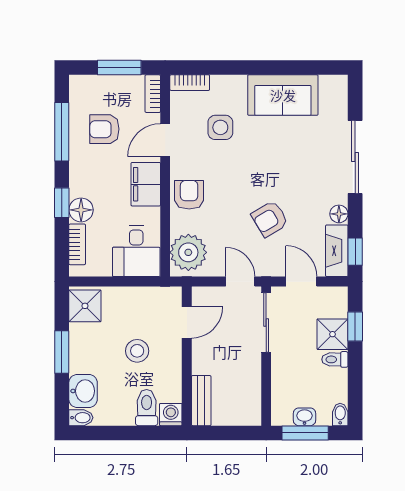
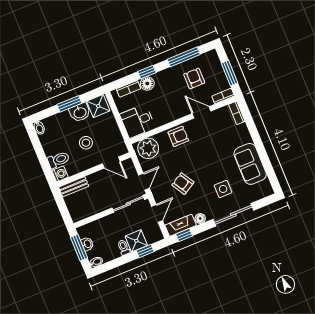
side table: (220, 127) -> (223, 189), moved
filing cabinet: (146, 184) -> (174, 112), removed
washbasin: (83, 391) -> (80, 112), moved

